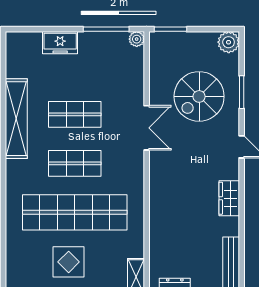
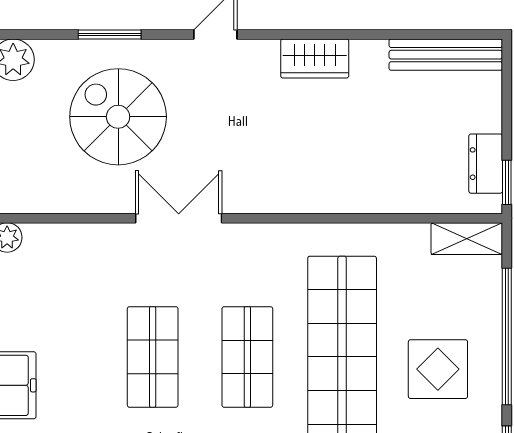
spiral stairs: (199, 96) -> (118, 117), turned 180

